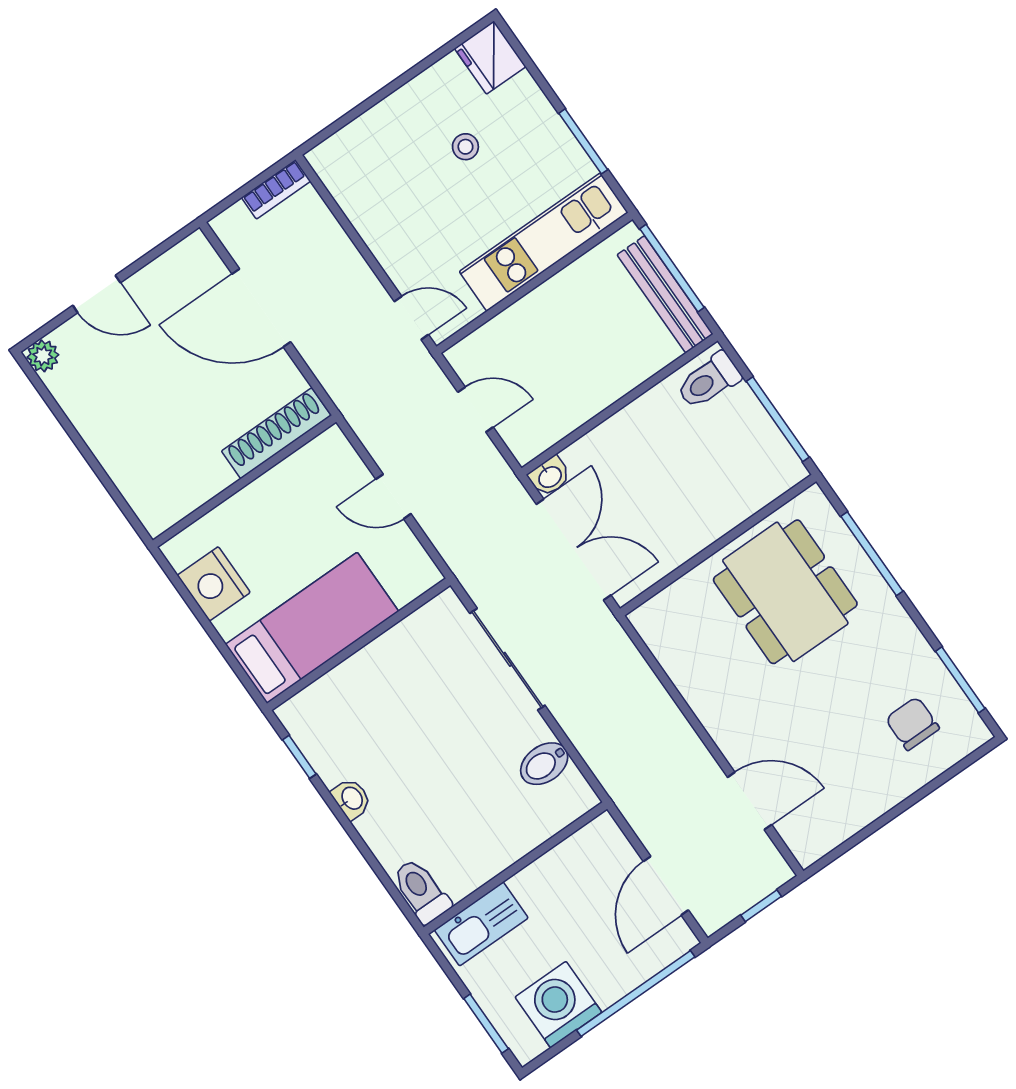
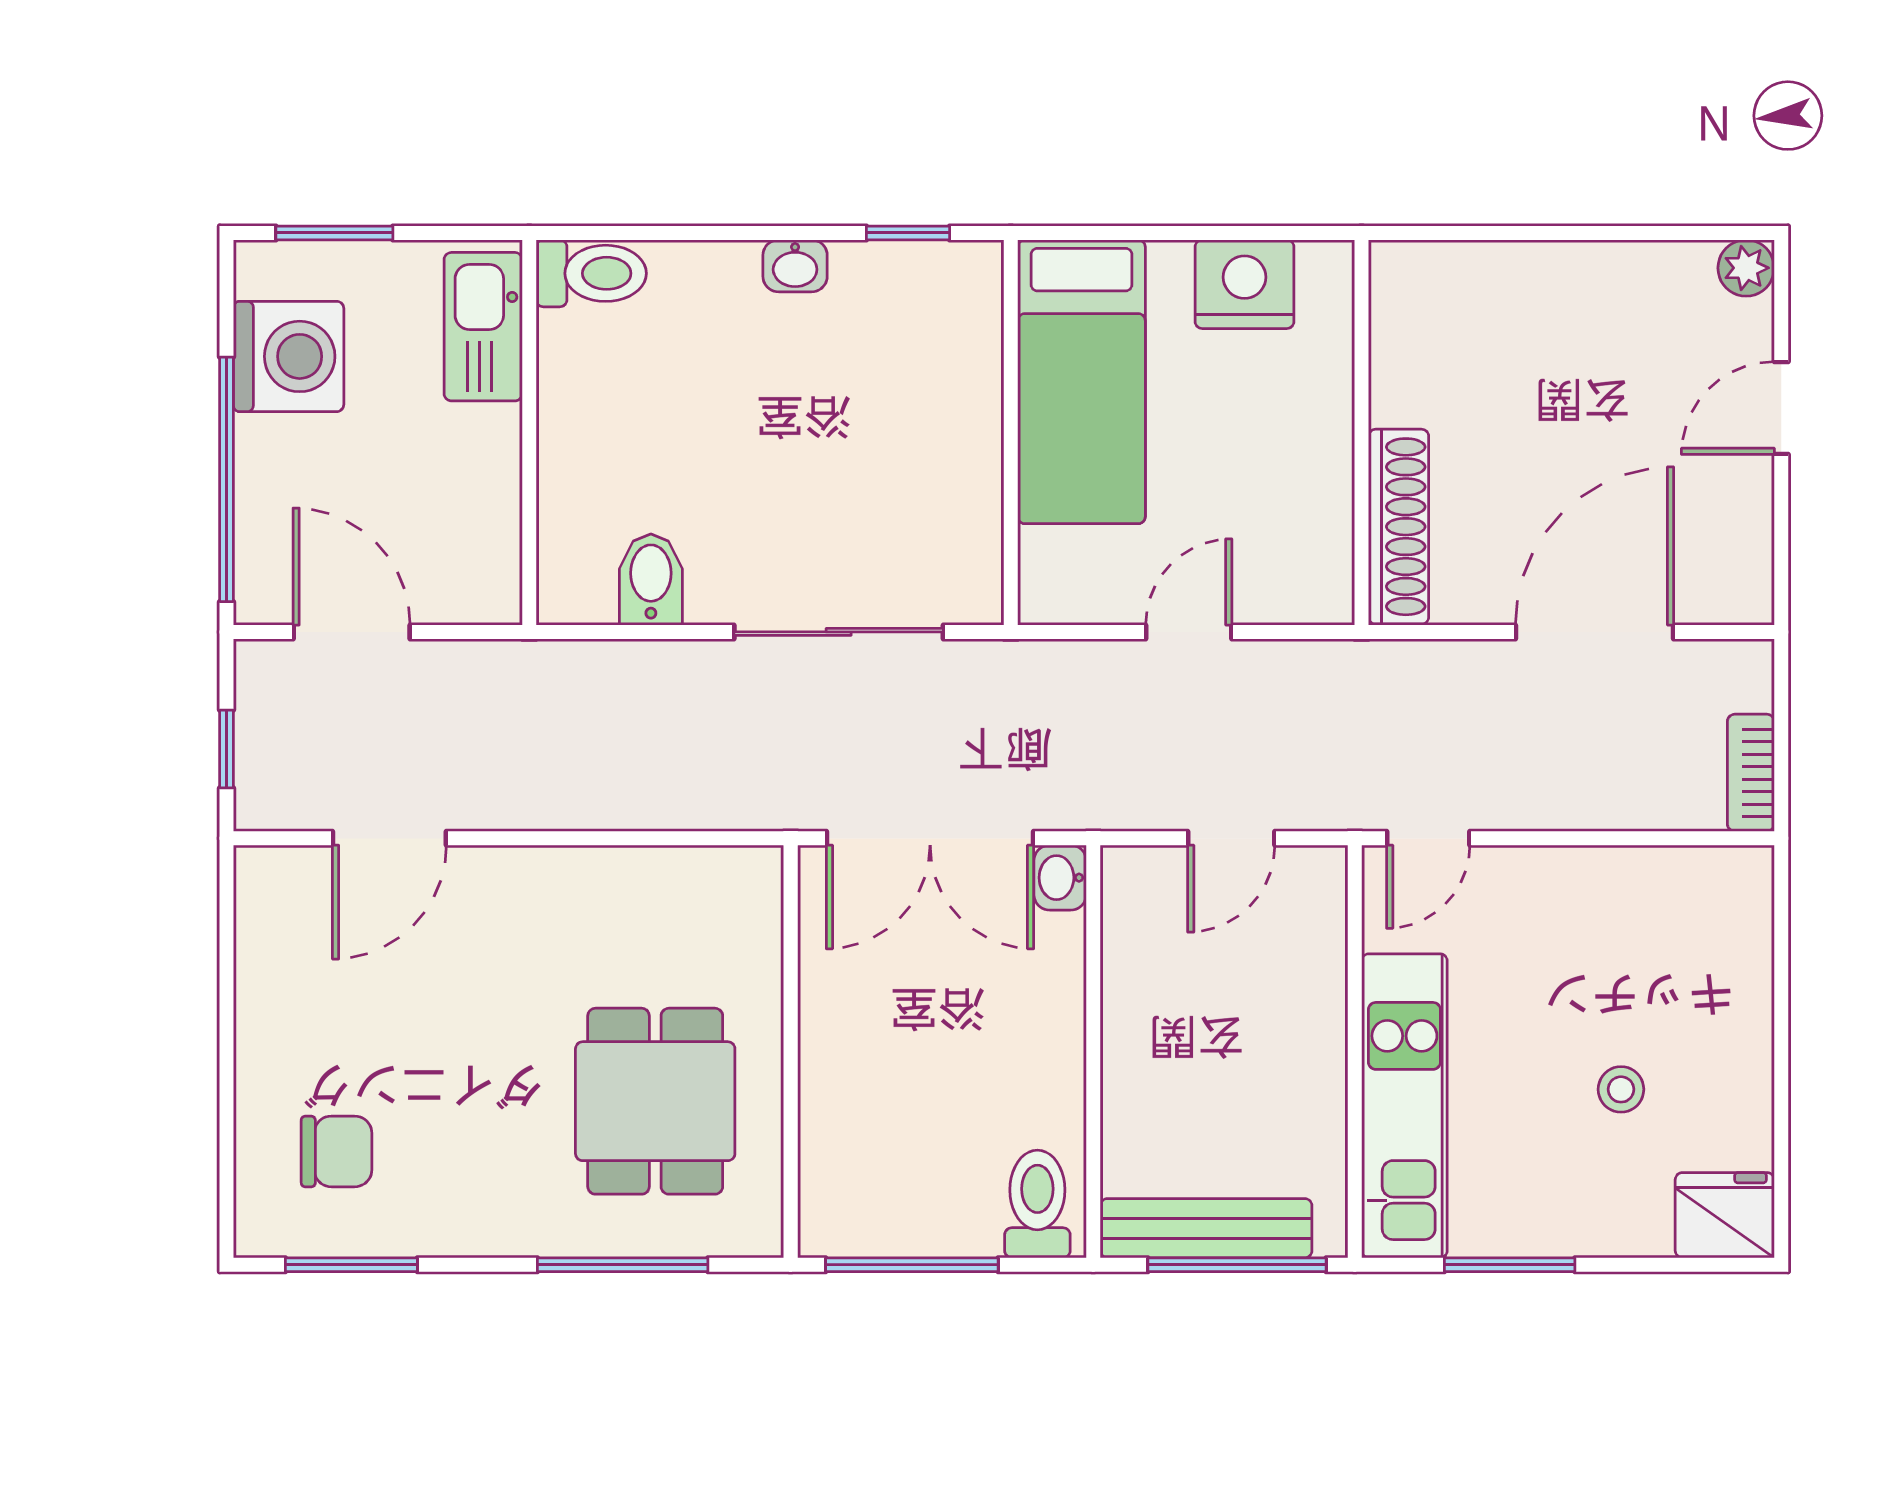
dining table: (785, 592) -> (655, 1101), width x0.73

